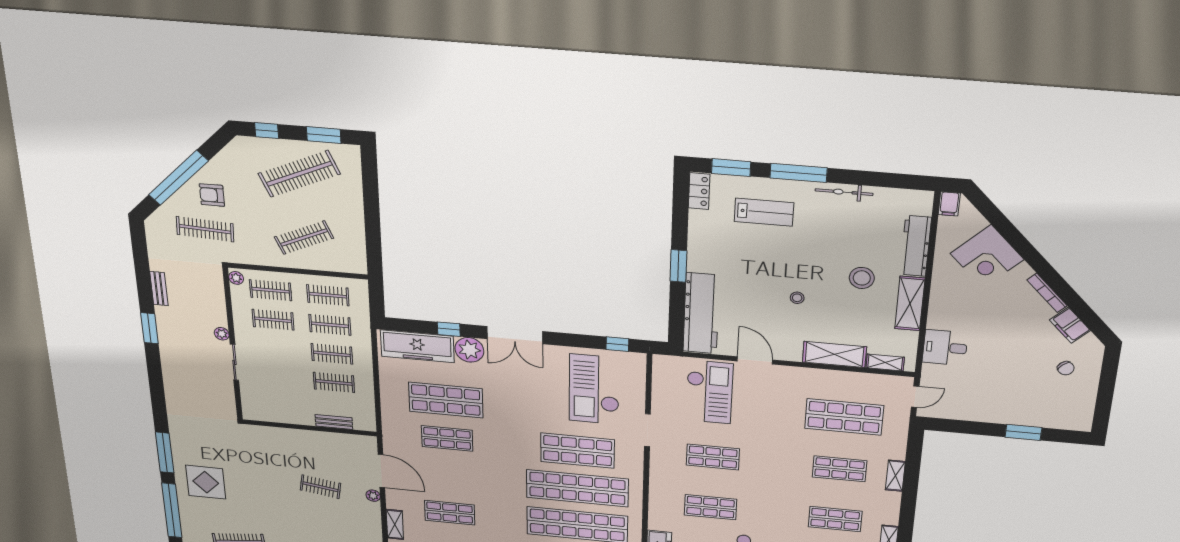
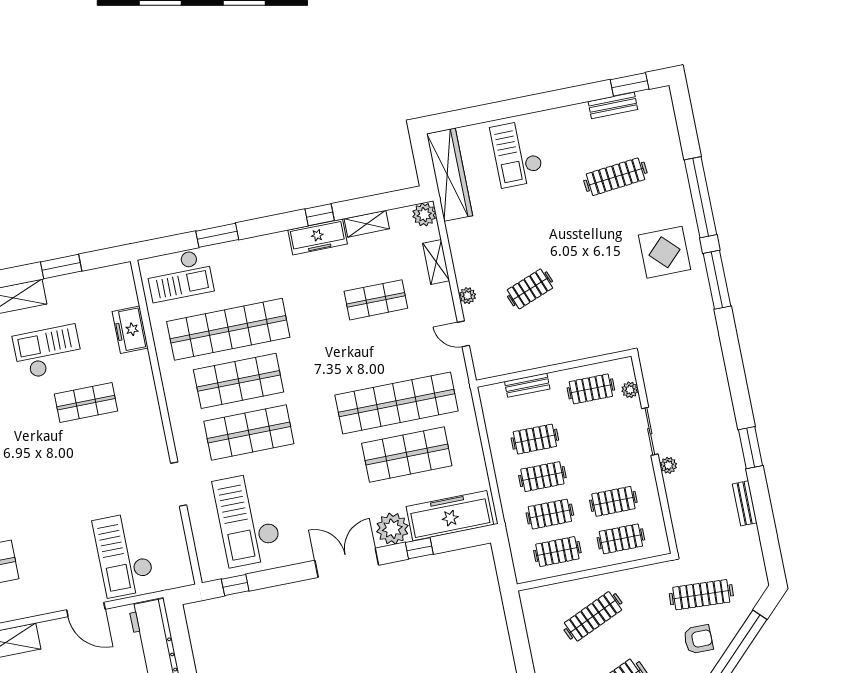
plant: (236, 278) -> (630, 390), moved
checkout: (594, 389) -> (248, 520), turned 180
clothes rail: (280, 405) -> (591, 389), added
shop shelf: (447, 438) -> (397, 403), width x2.00, depth x1.36
shop shelf: (713, 457) -> (100, 471), removed
door: (381, 471) -> (463, 334), width x0.53
clothes rail: (320, 487) -> (530, 289), turned -30
shop shelf: (577, 488) -> (239, 381), width x0.71

